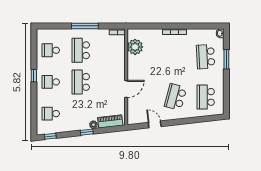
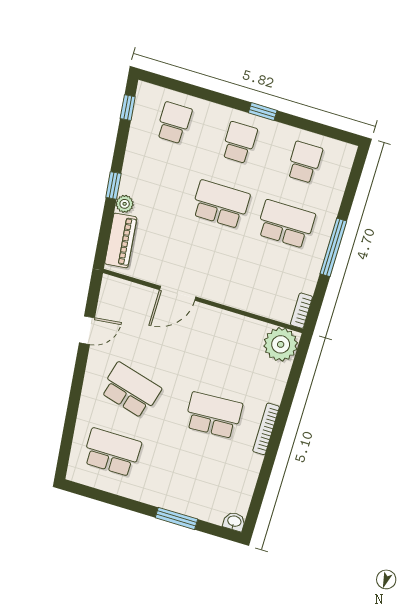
plant: (135, 47) -> (281, 344), moved
school desk: (206, 57) -> (214, 415), moved
door: (126, 89) -> (178, 293), hinge flipped

